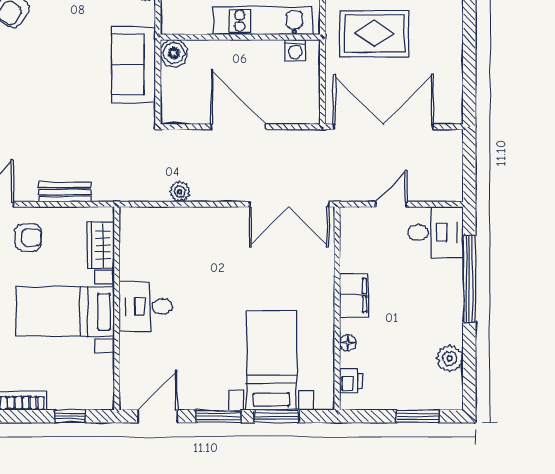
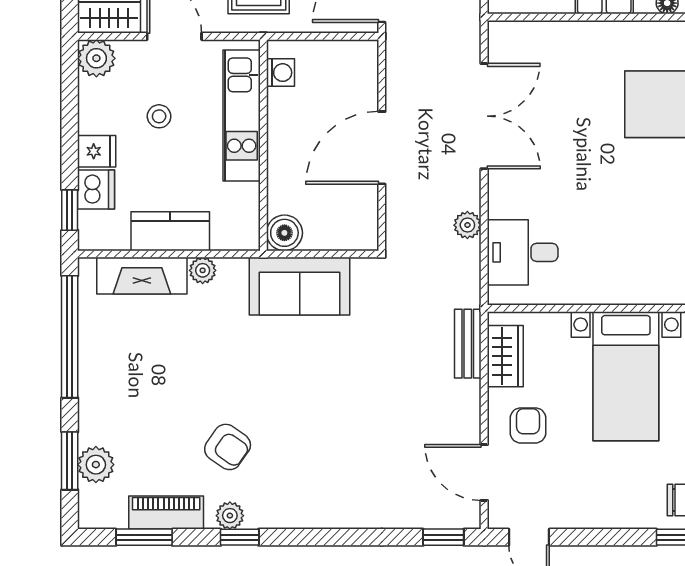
bench: (65, 192) -> (468, 344), moved
double door: (289, 204) -> (484, 116), moved
wardrobe: (101, 245) -> (505, 356), moved, turned -90
desk: (146, 306) -> (523, 252), moved, turned 90

